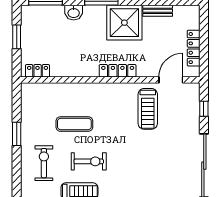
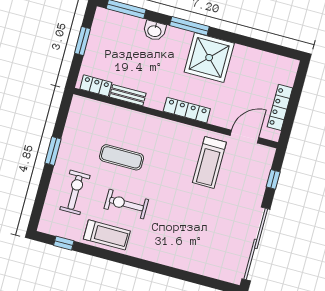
bench: (158, 11) -> (128, 95), moved
exercise bike: (89, 161) -> (126, 204), turned 180

